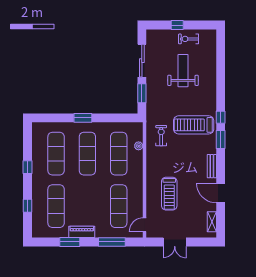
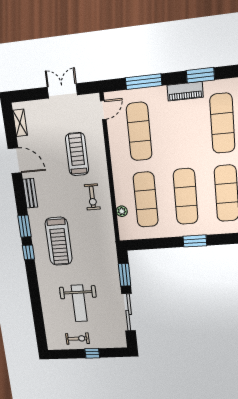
treadmill: (194, 125) -> (59, 241), turned 90
exercise bike: (161, 136) -> (92, 197), moved

